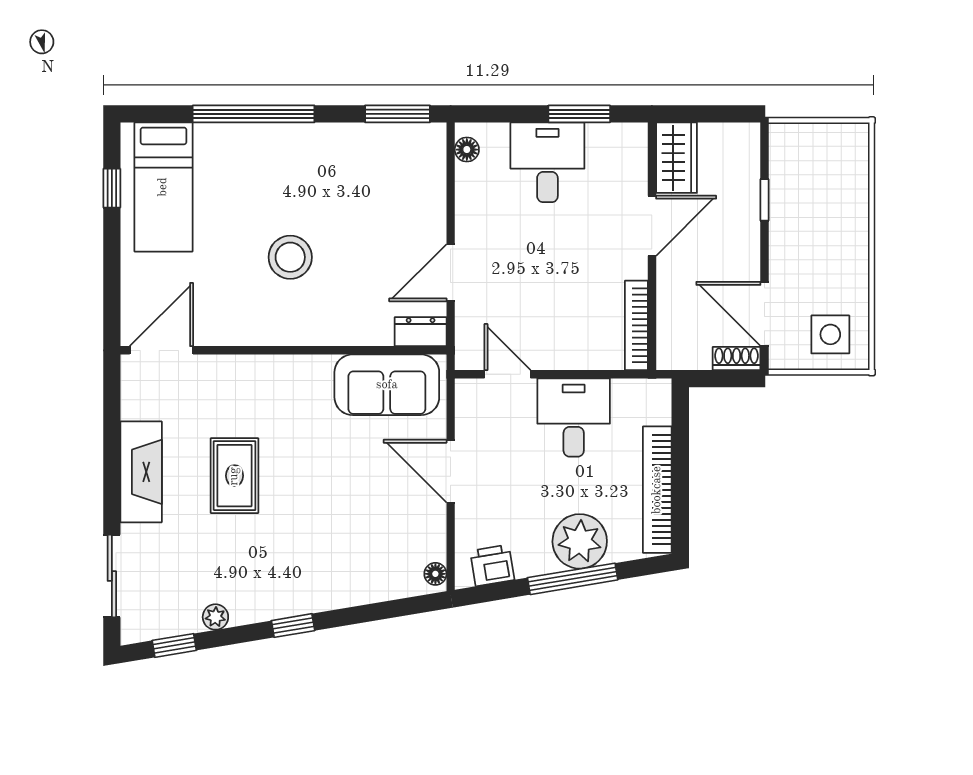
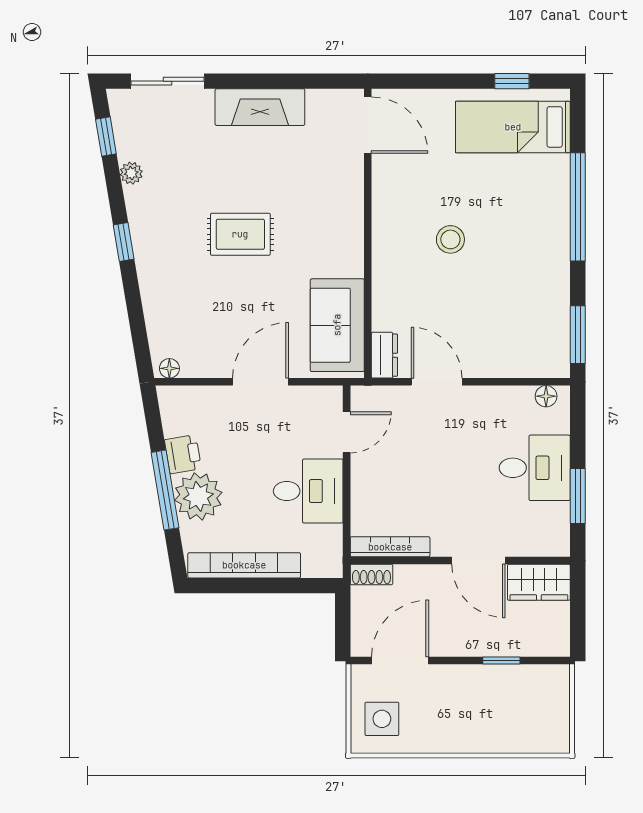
stool: (290, 257) -> (450, 239), width x0.73, depth x0.73
shoe rack: (737, 359) -> (371, 574), moved, turned 90
rug: (234, 476) -> (240, 234), moved
printer: (492, 565) -> (183, 454), moved

